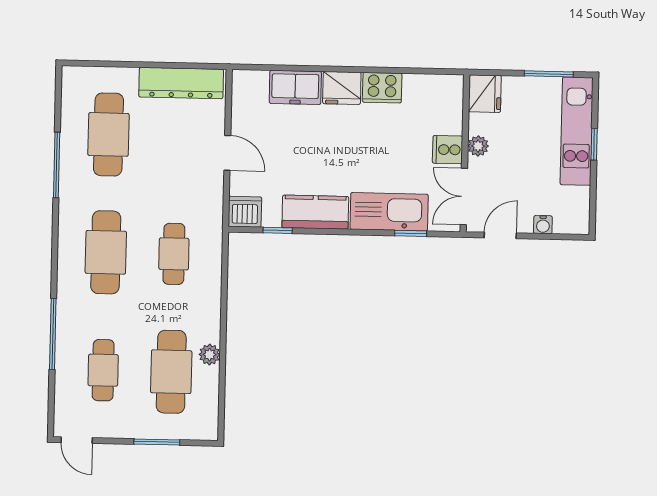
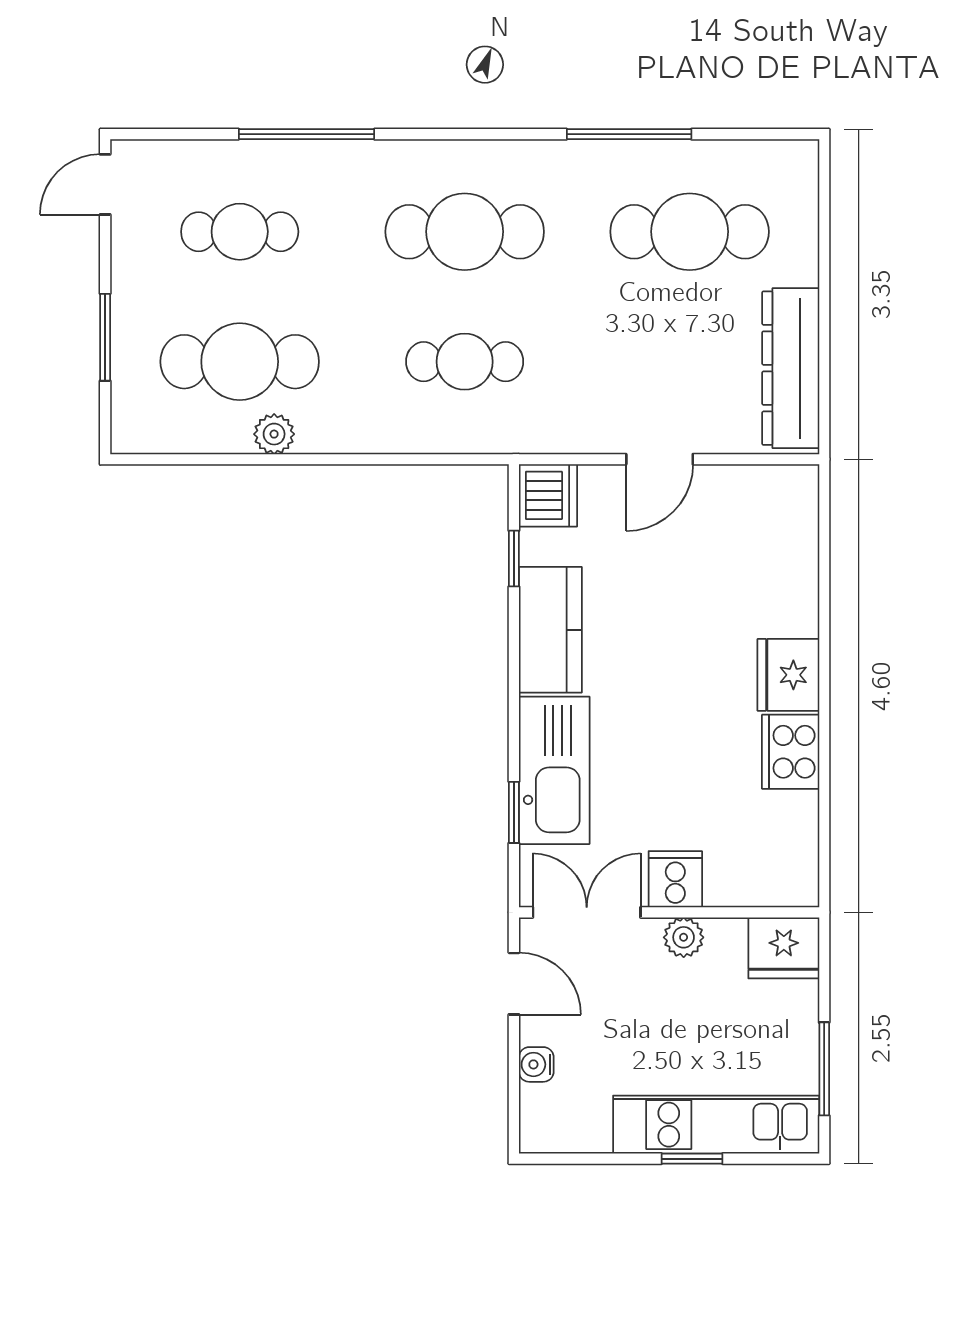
freezer: (295, 87) -> (787, 586), removed

